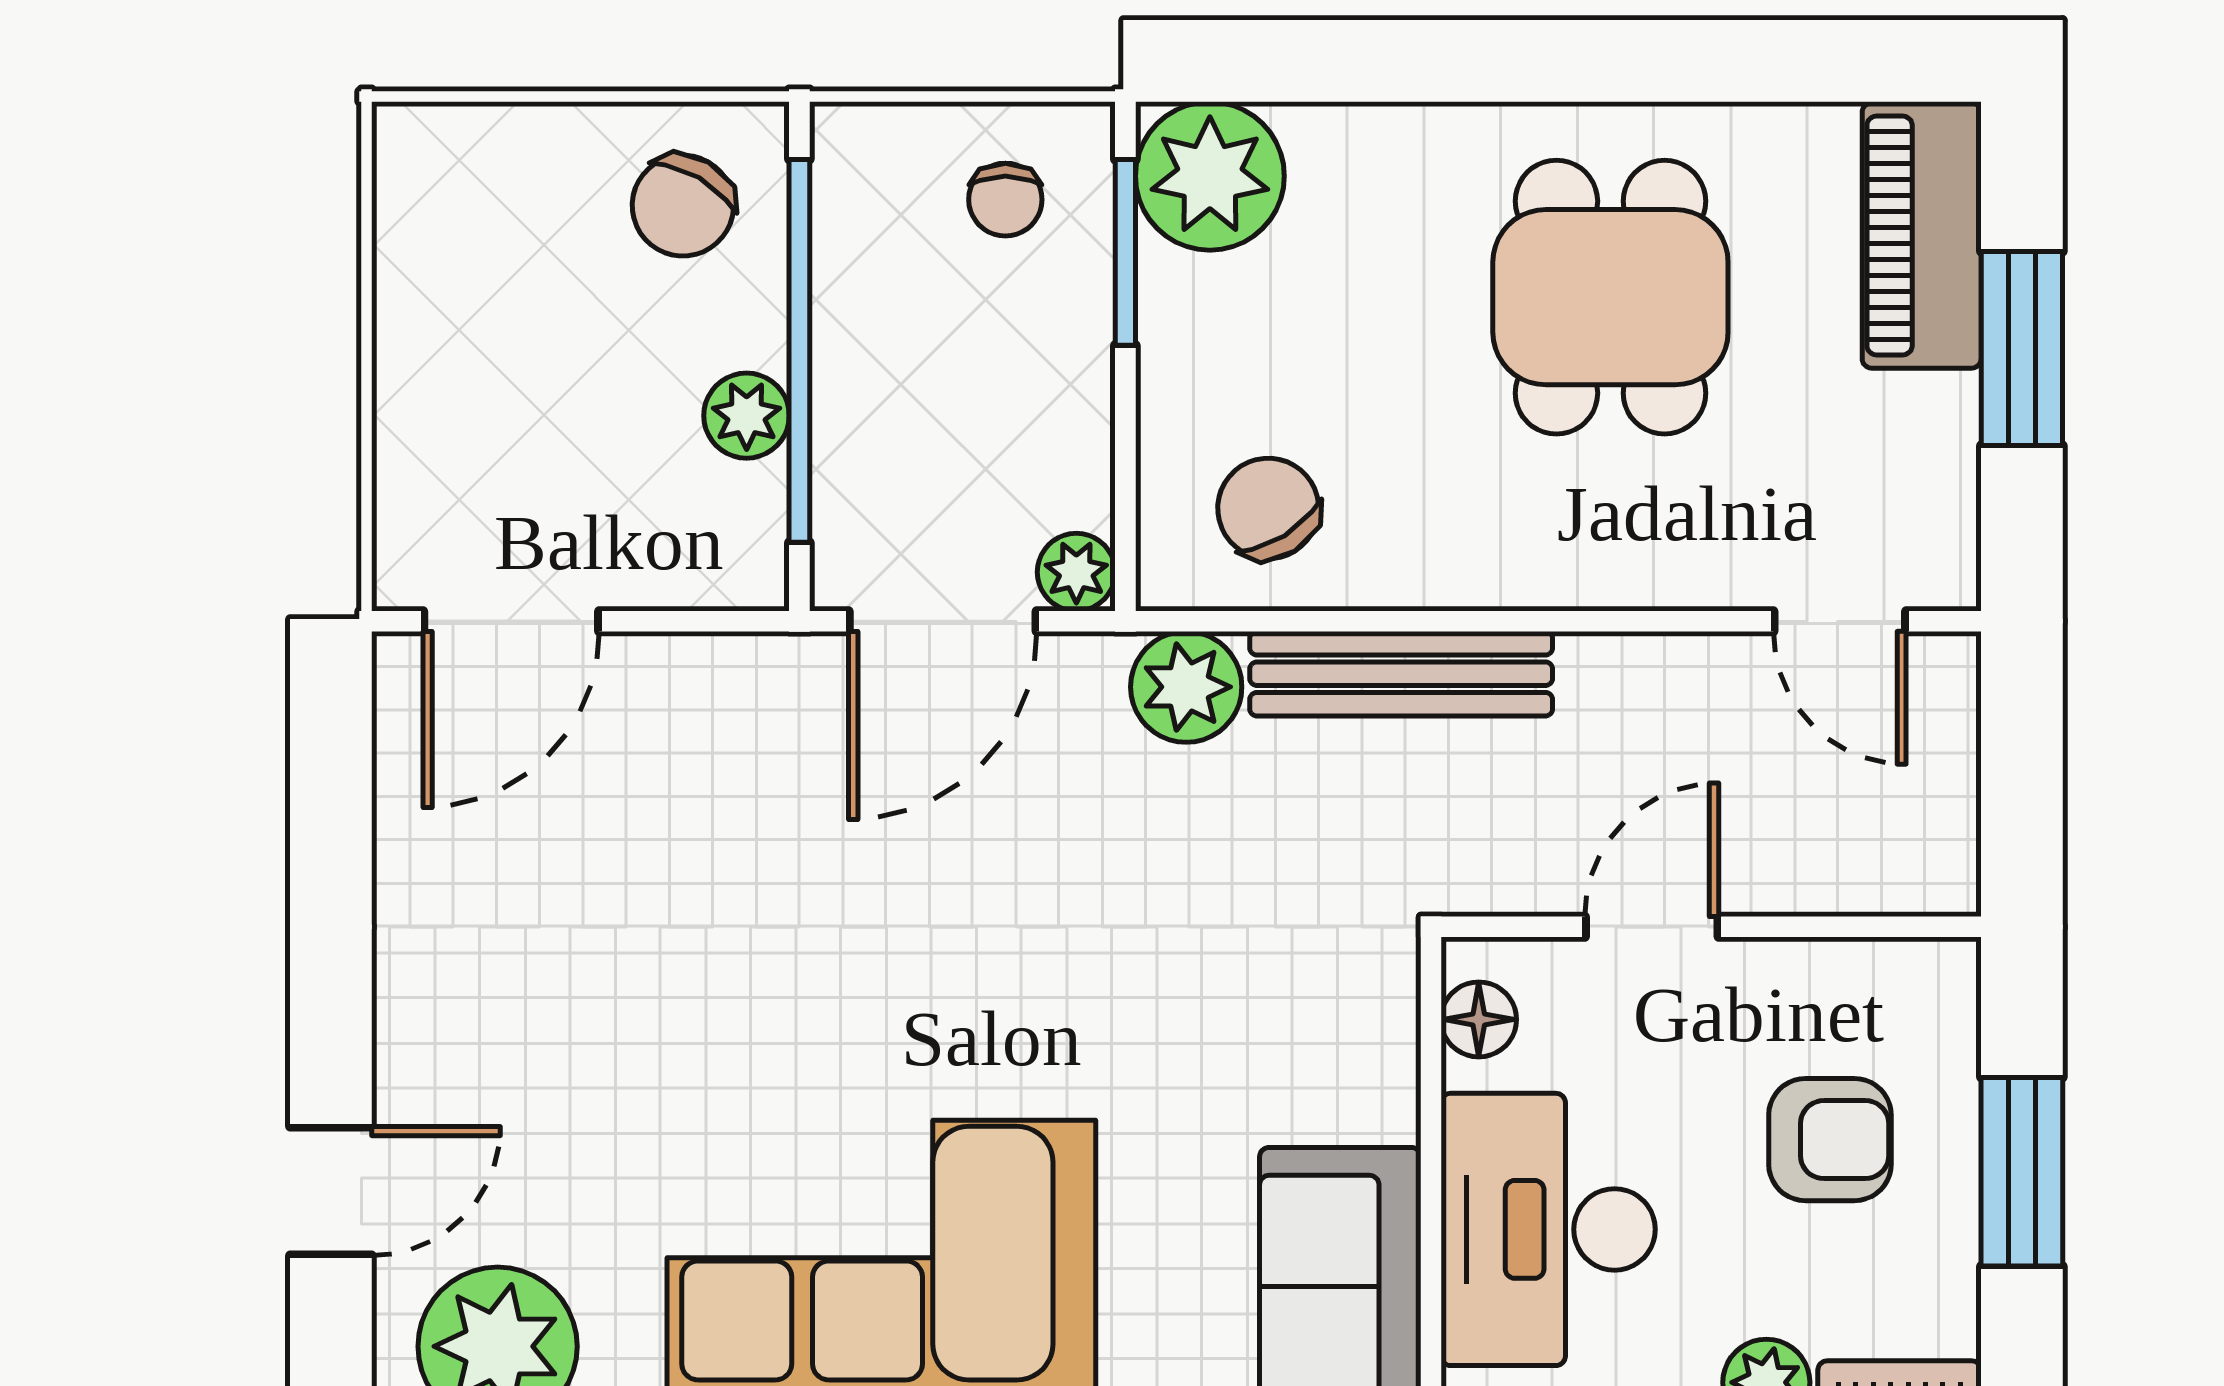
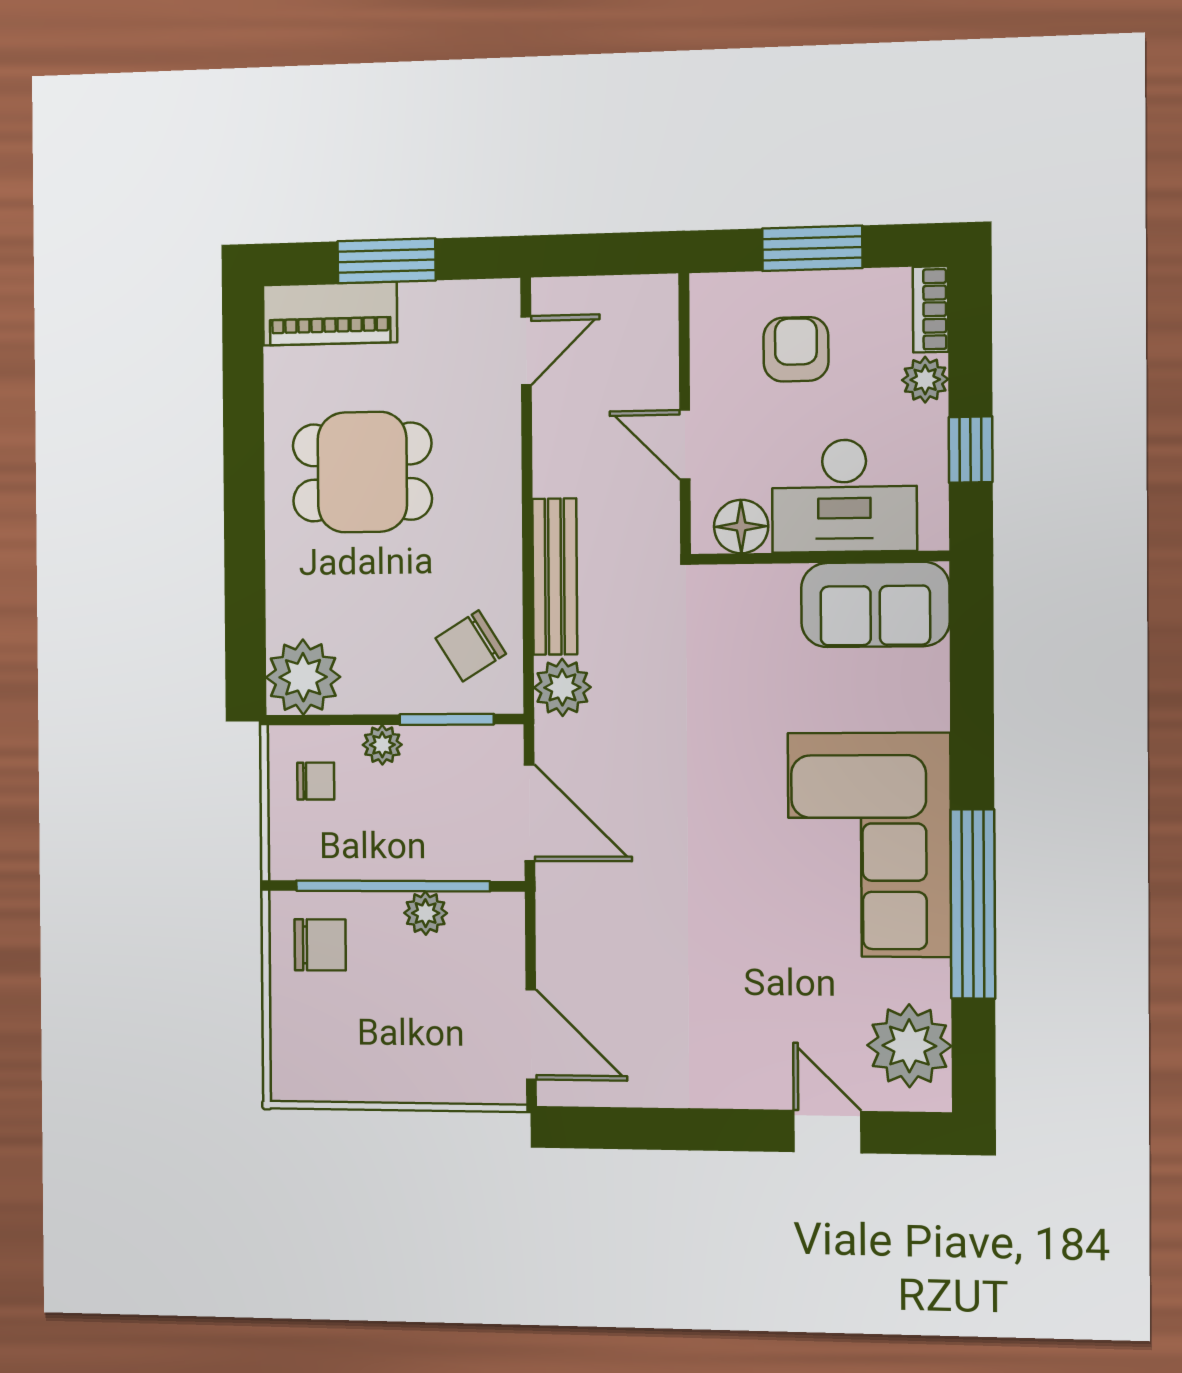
chair: (683, 206) -> (320, 945), turned -30
window: (1125, 252) -> (447, 719), moved
plant: (1076, 572) -> (382, 745), moved
floor lamp: (1479, 1019) -> (741, 527), width x1.37, depth x1.37

